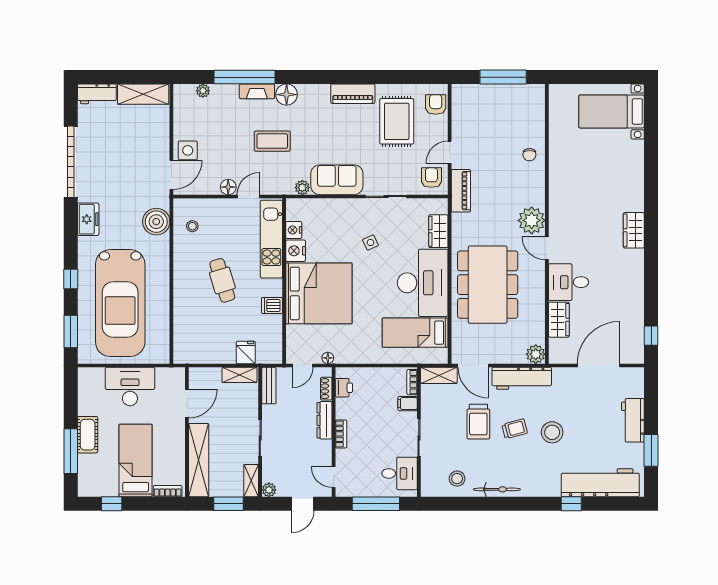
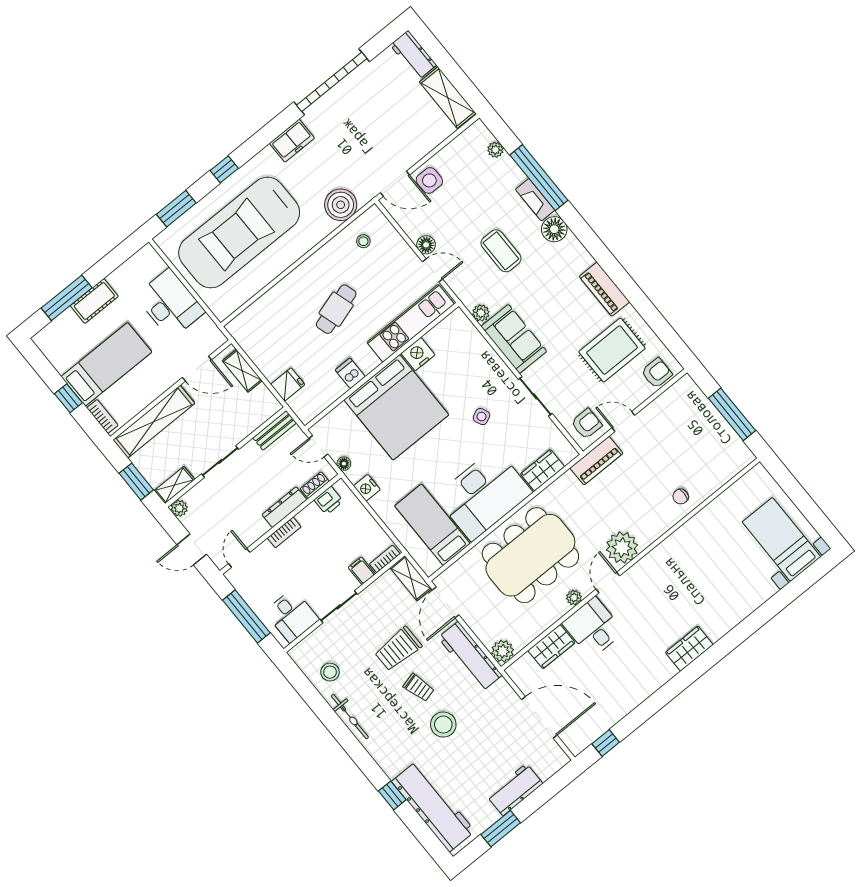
nightstand: (294, 230) -> (367, 488), moved, turned -90
plant: (539, 279) -> (574, 598), added
shelving: (239, 375) -> (242, 371), moved
window: (112, 504) -> (68, 398), moved

